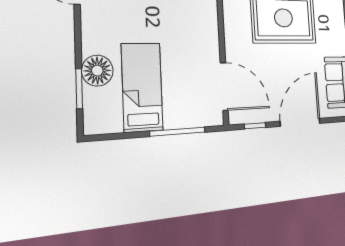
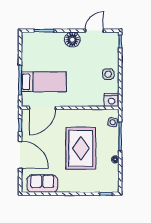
floor lamp: (97, 71) -> (72, 40), moved
bed: (142, 87) -> (44, 82), moved

